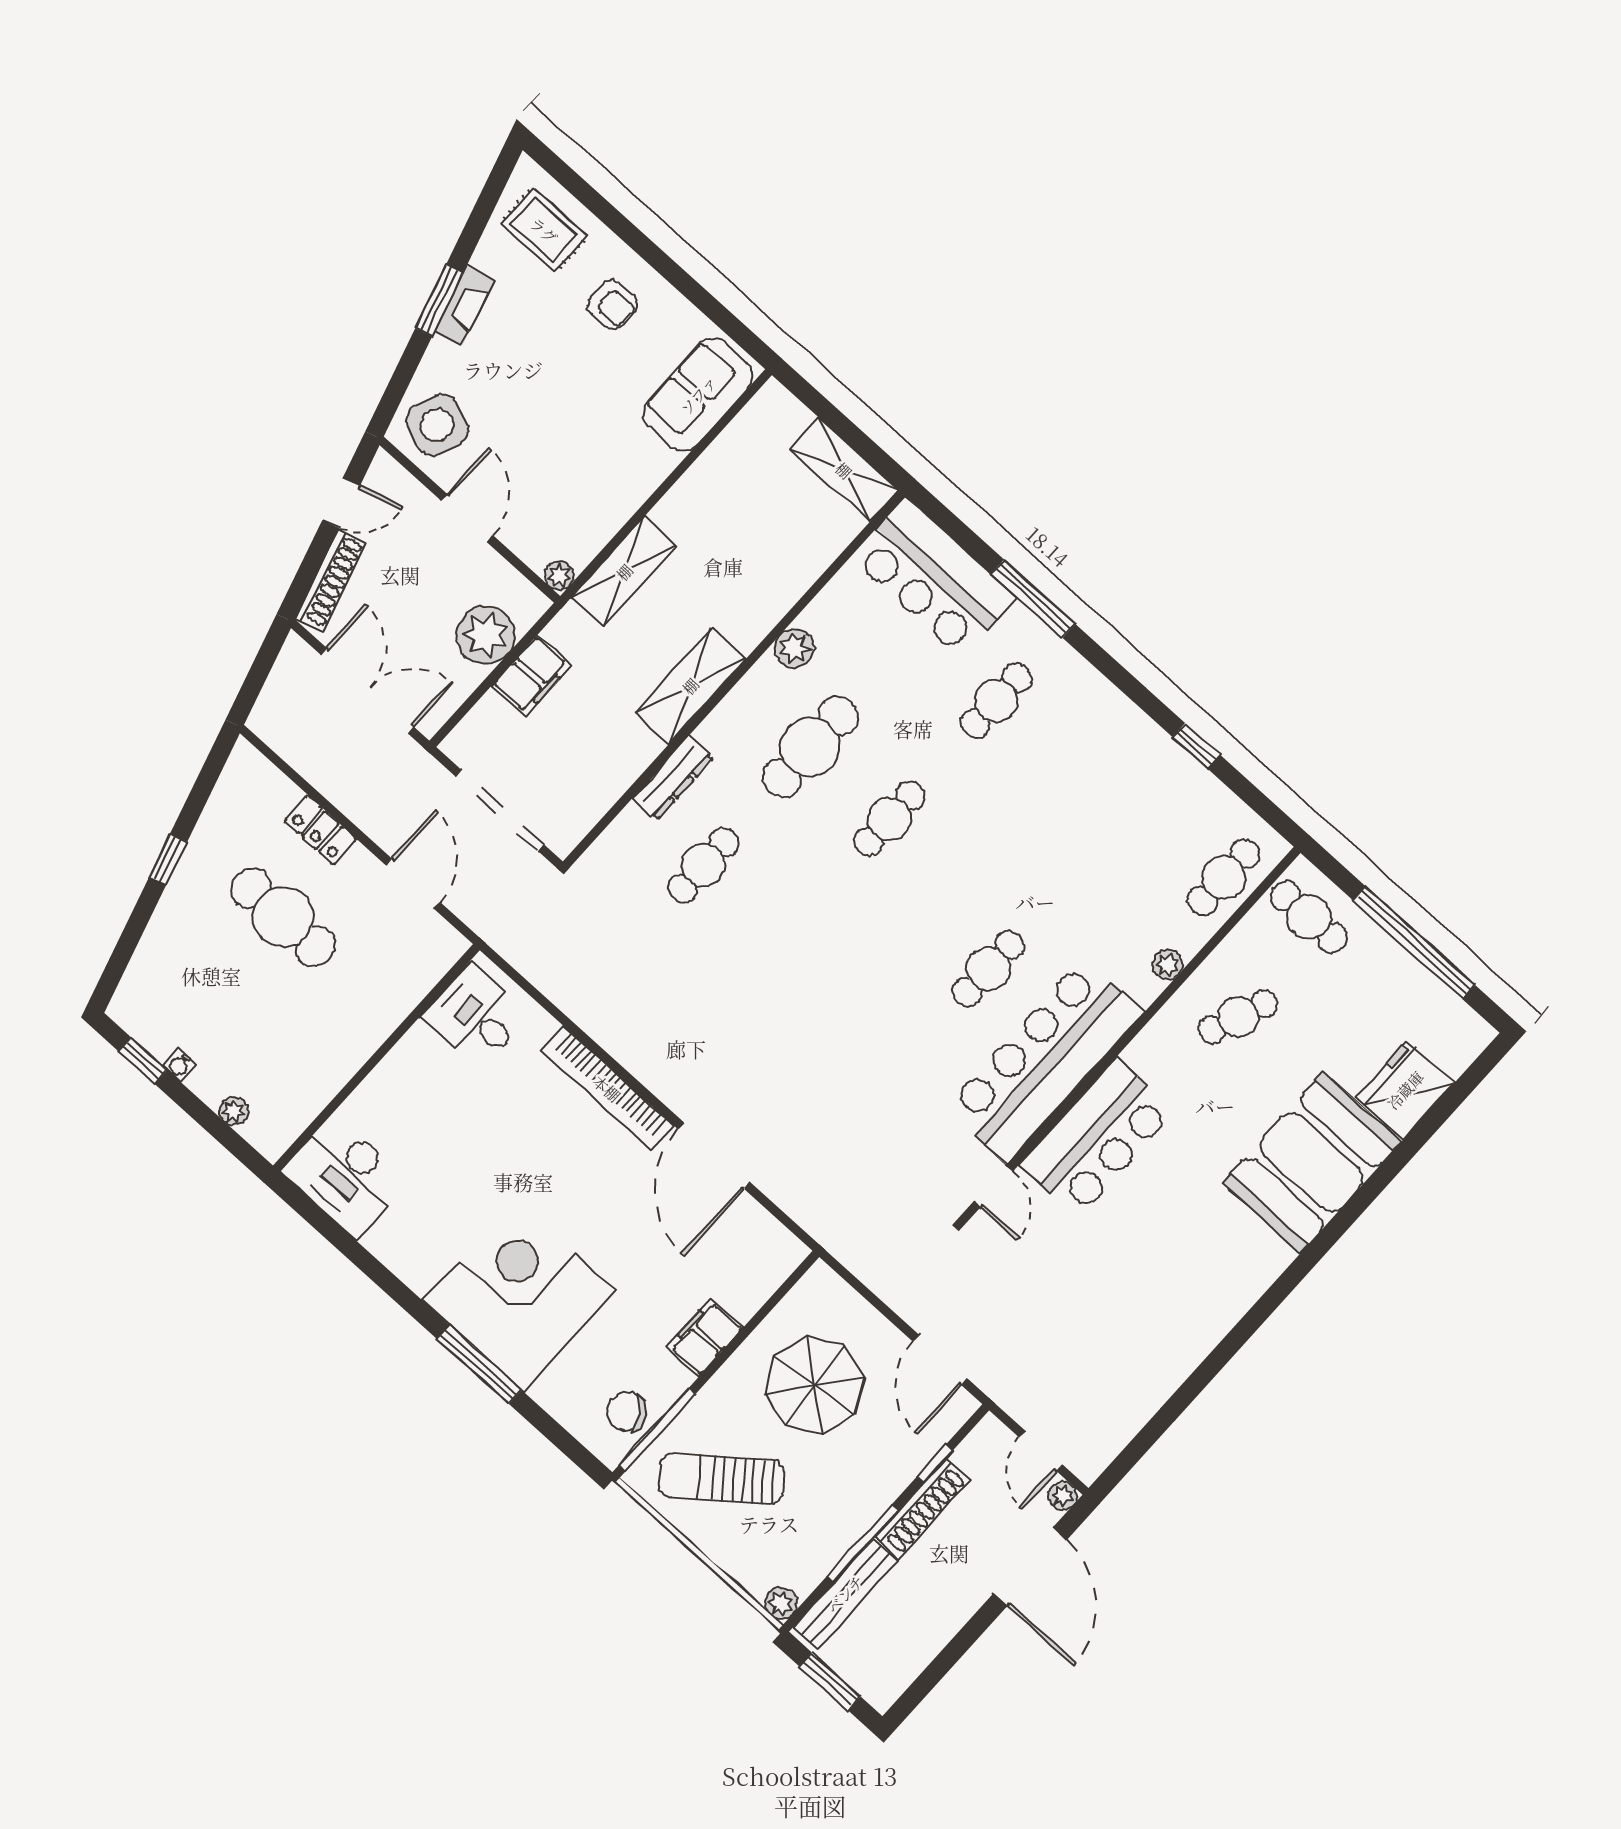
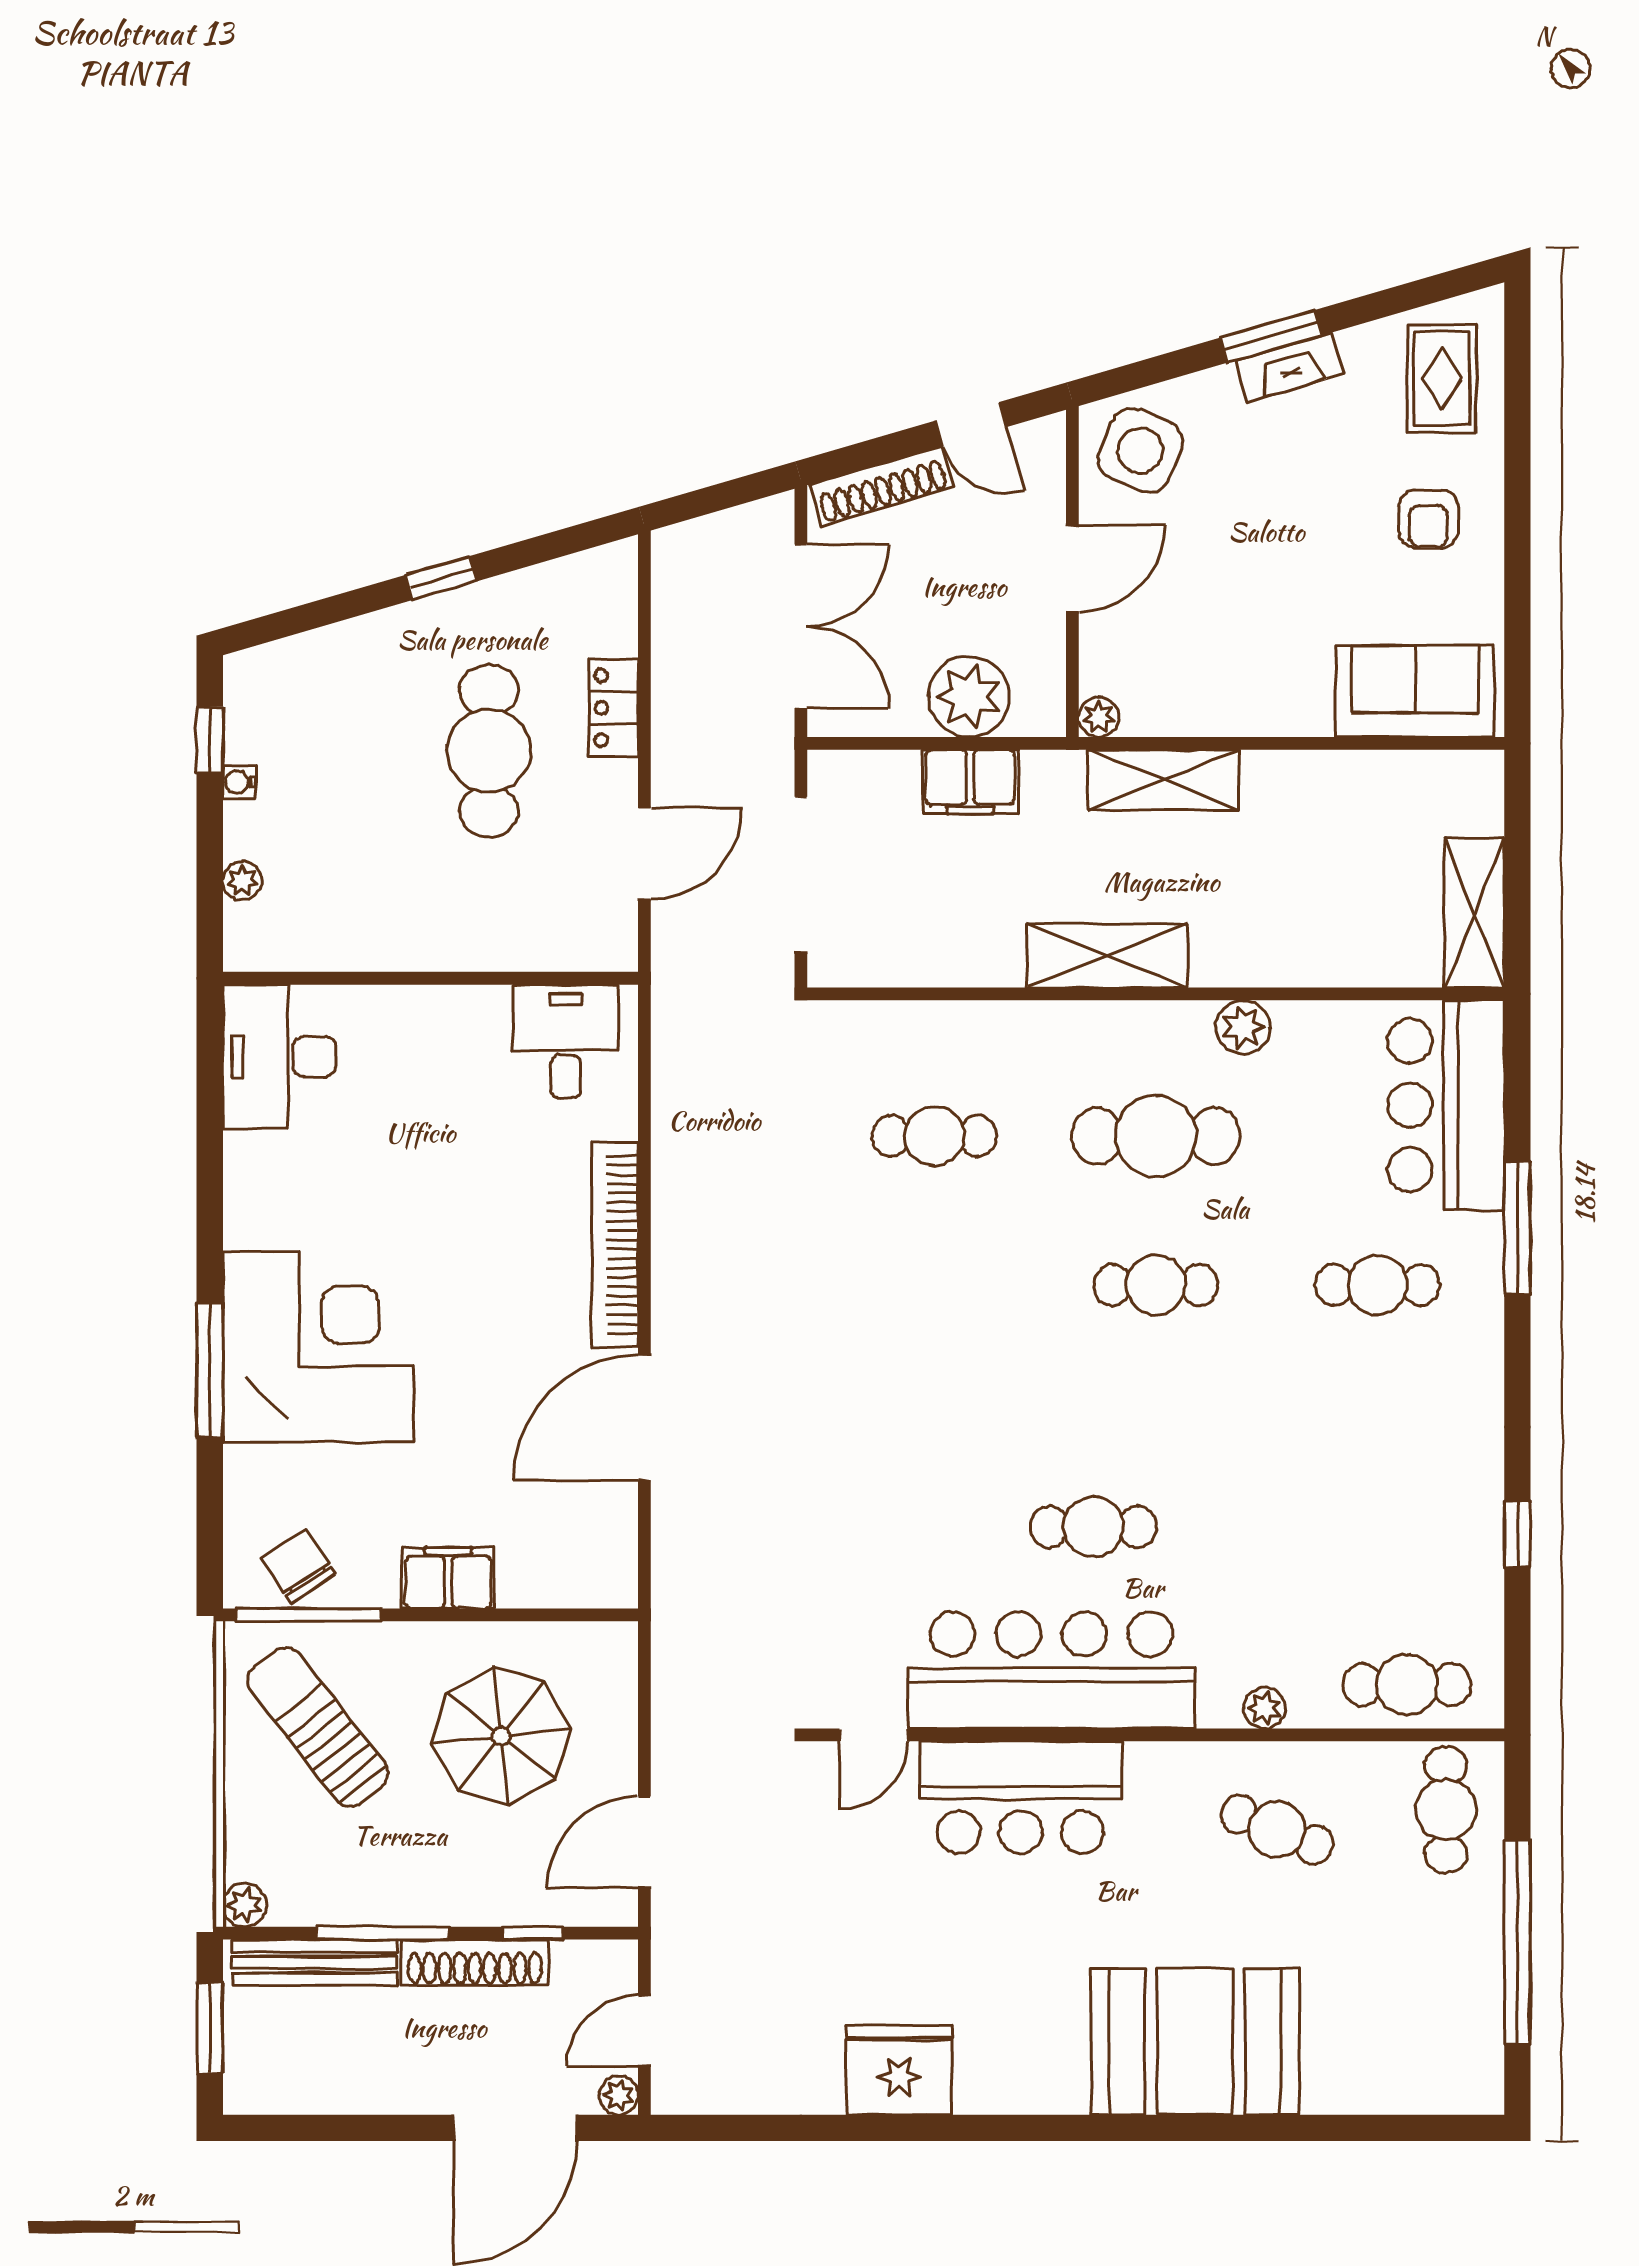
dresser: (673, 778) -> (996, 1023), removed
fridge: (1405, 1090) -> (899, 2070), moved

